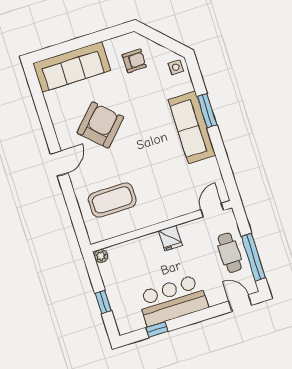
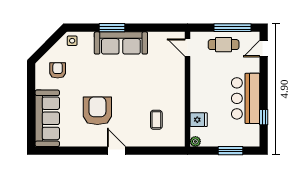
armchair: (100, 125) -> (97, 111), turned 46
coffee table: (112, 200) -> (156, 120), width x0.54, depth x0.58
fridge: (170, 238) -> (199, 120), moved
window: (103, 302) -> (230, 151), width x1.50

